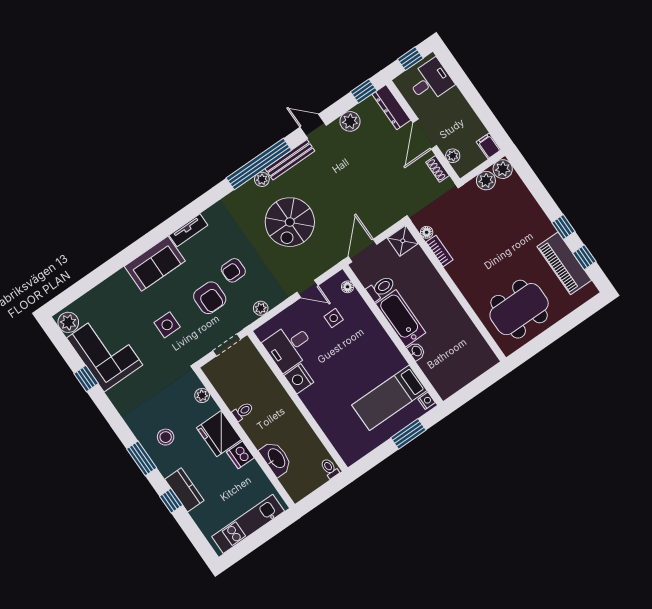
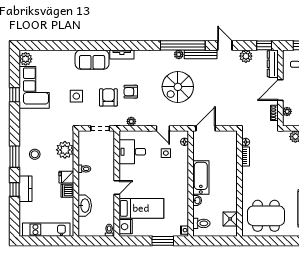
shower: (403, 241) -> (230, 219), moved
toilet: (381, 288) -> (201, 223), moved
armchair: (210, 298) -> (108, 97), turned 180
nightstand: (299, 379) -> (126, 227), moved
plant: (202, 395) -> (65, 150), width x1.87, depth x1.87
bed: (389, 398) -> (141, 208), moved, turned 180
door: (301, 406) -> (117, 187), added
fridge: (219, 434) -> (66, 177), width x0.53, depth x0.75

